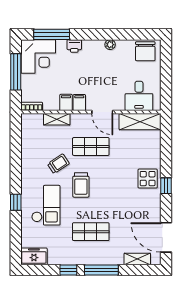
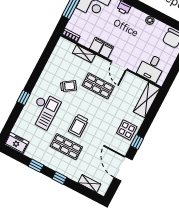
shelving: (140, 122) -> (147, 100), moved, turned 90
trolley: (81, 185) -> (78, 126), moved
door: (166, 237) -> (123, 169), moved
window: (101, 270) -> (60, 178), width x0.46

